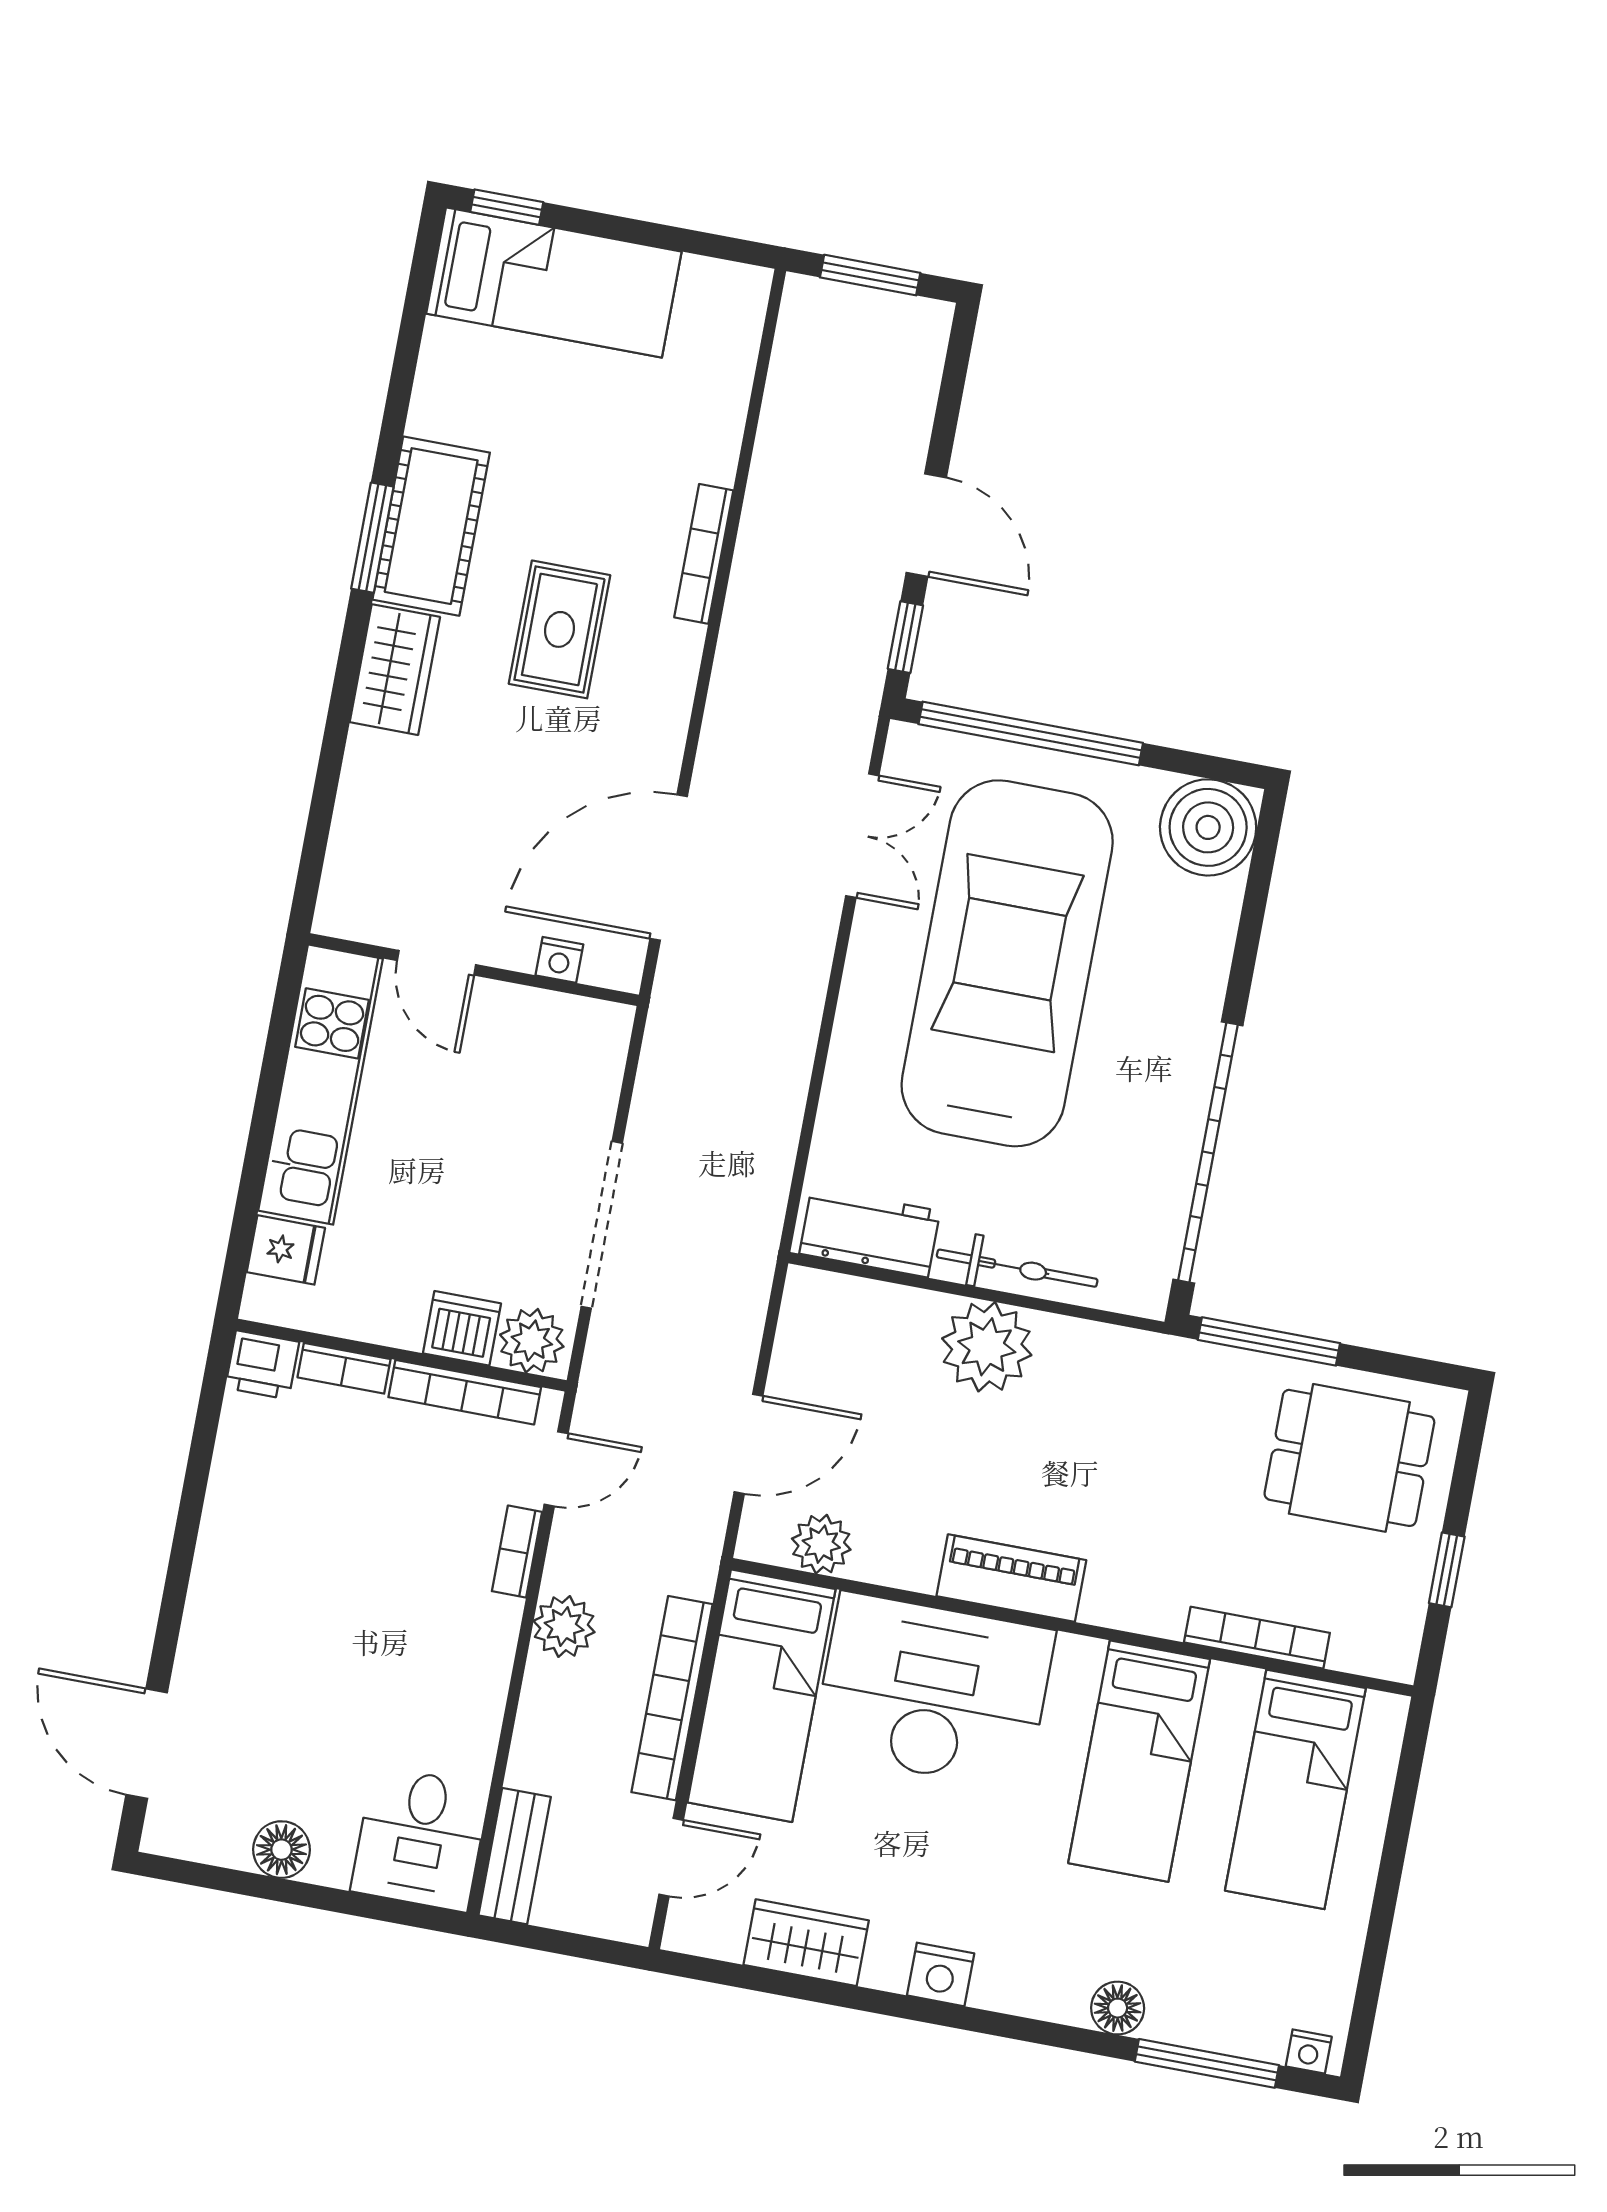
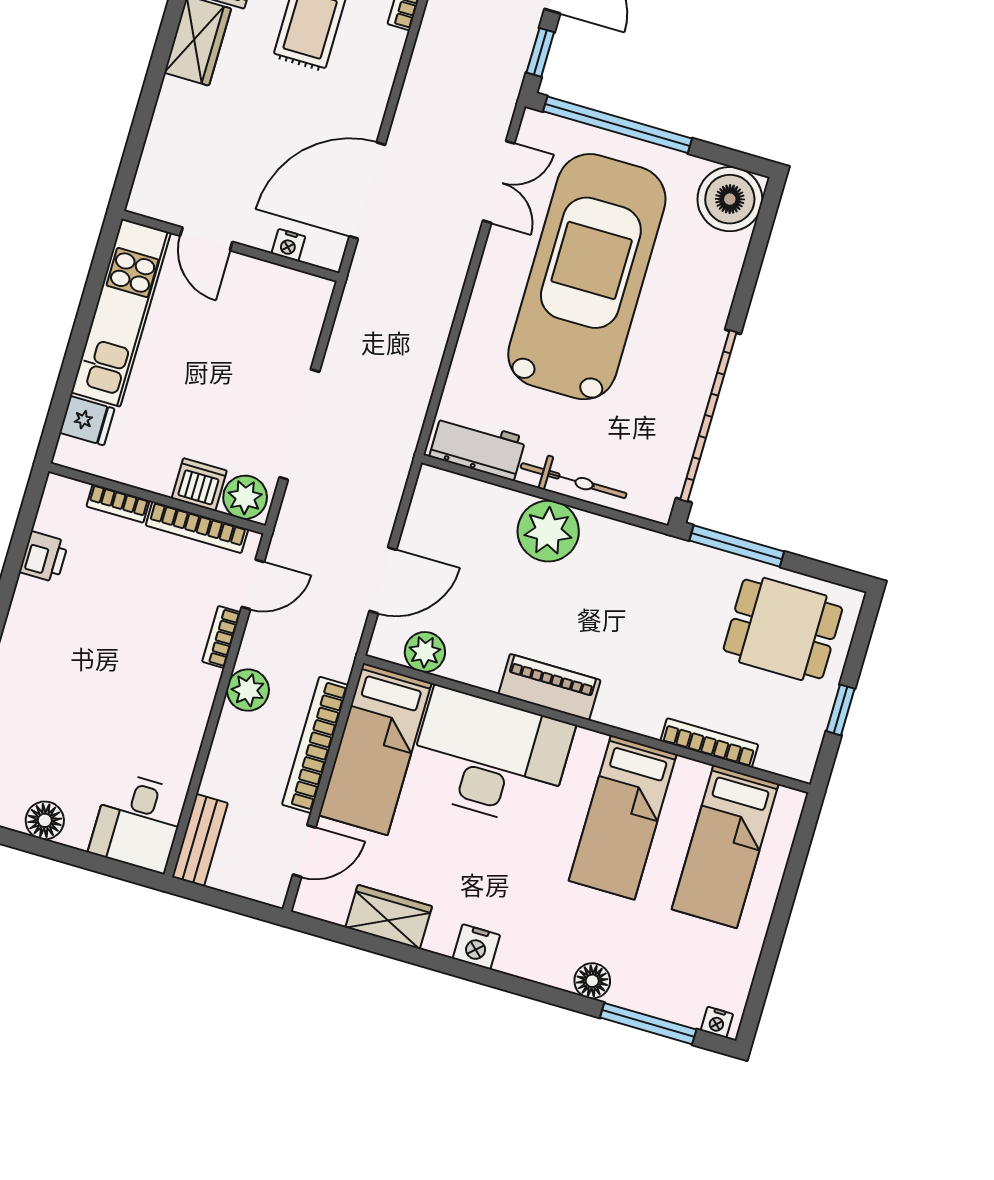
printer: (262, 1365) -> (44, 557), moved, turned -90

